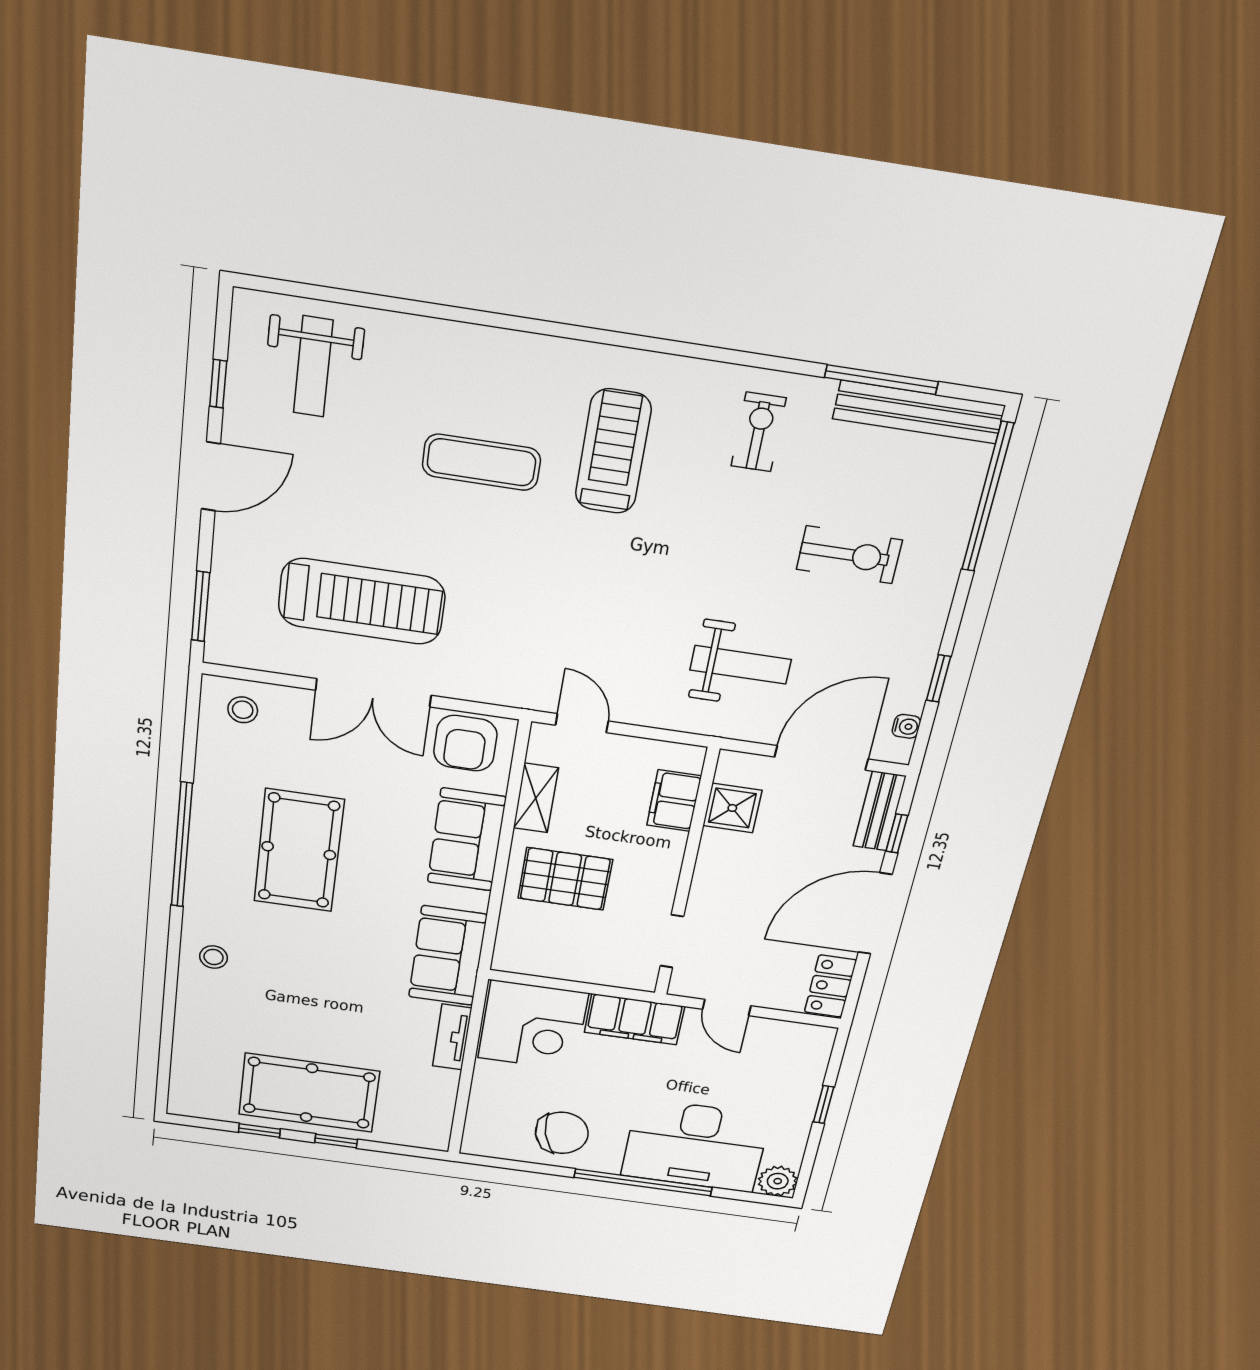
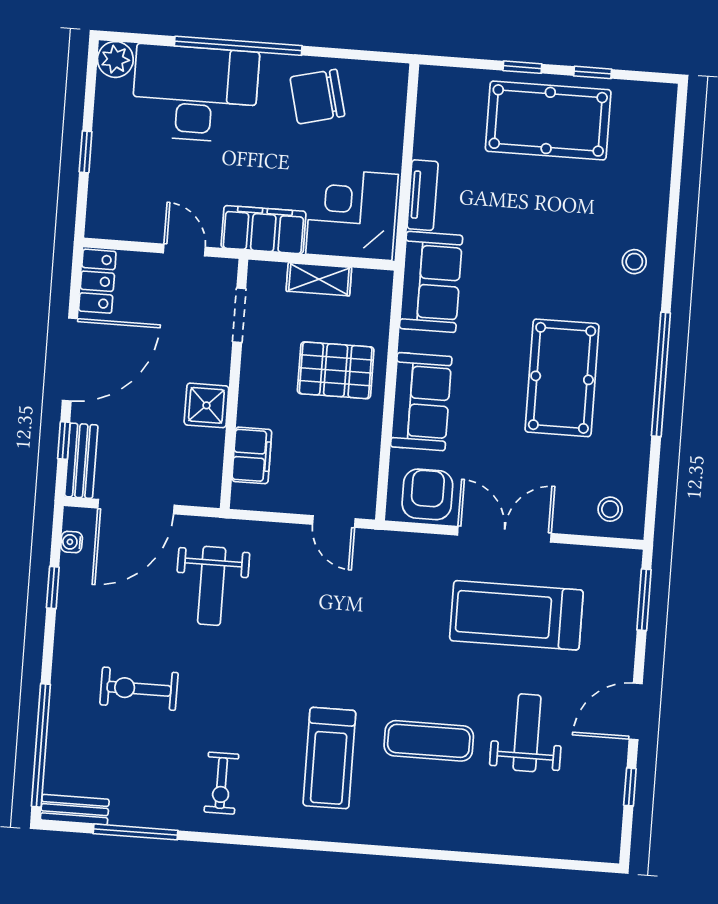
weight bench: (313, 367) -> (527, 733), moved
bench: (919, 412) -> (75, 810), width x0.54, depth x0.82
weight bench: (741, 665) -> (212, 586), turned -90
shelving: (536, 798) -> (319, 279), moved, turned 90
shower: (732, 808) -> (206, 405), moved

